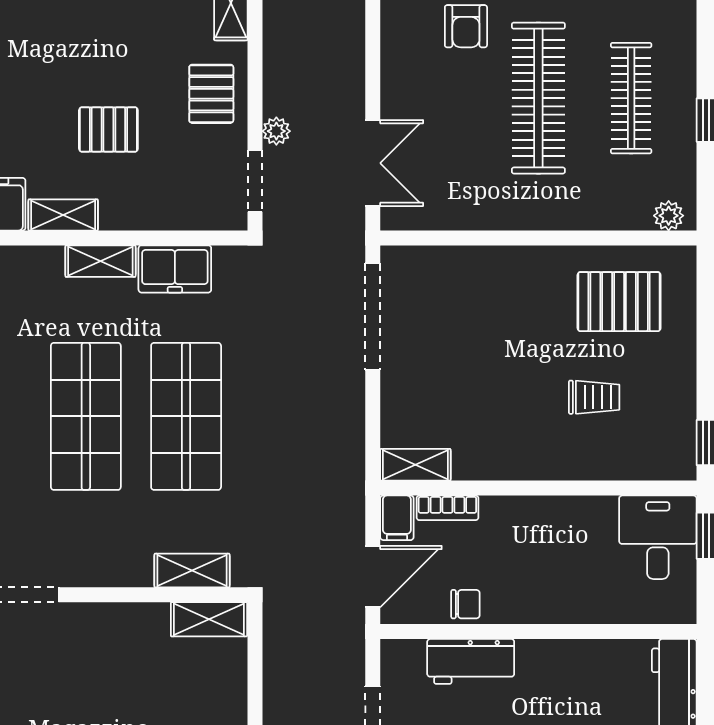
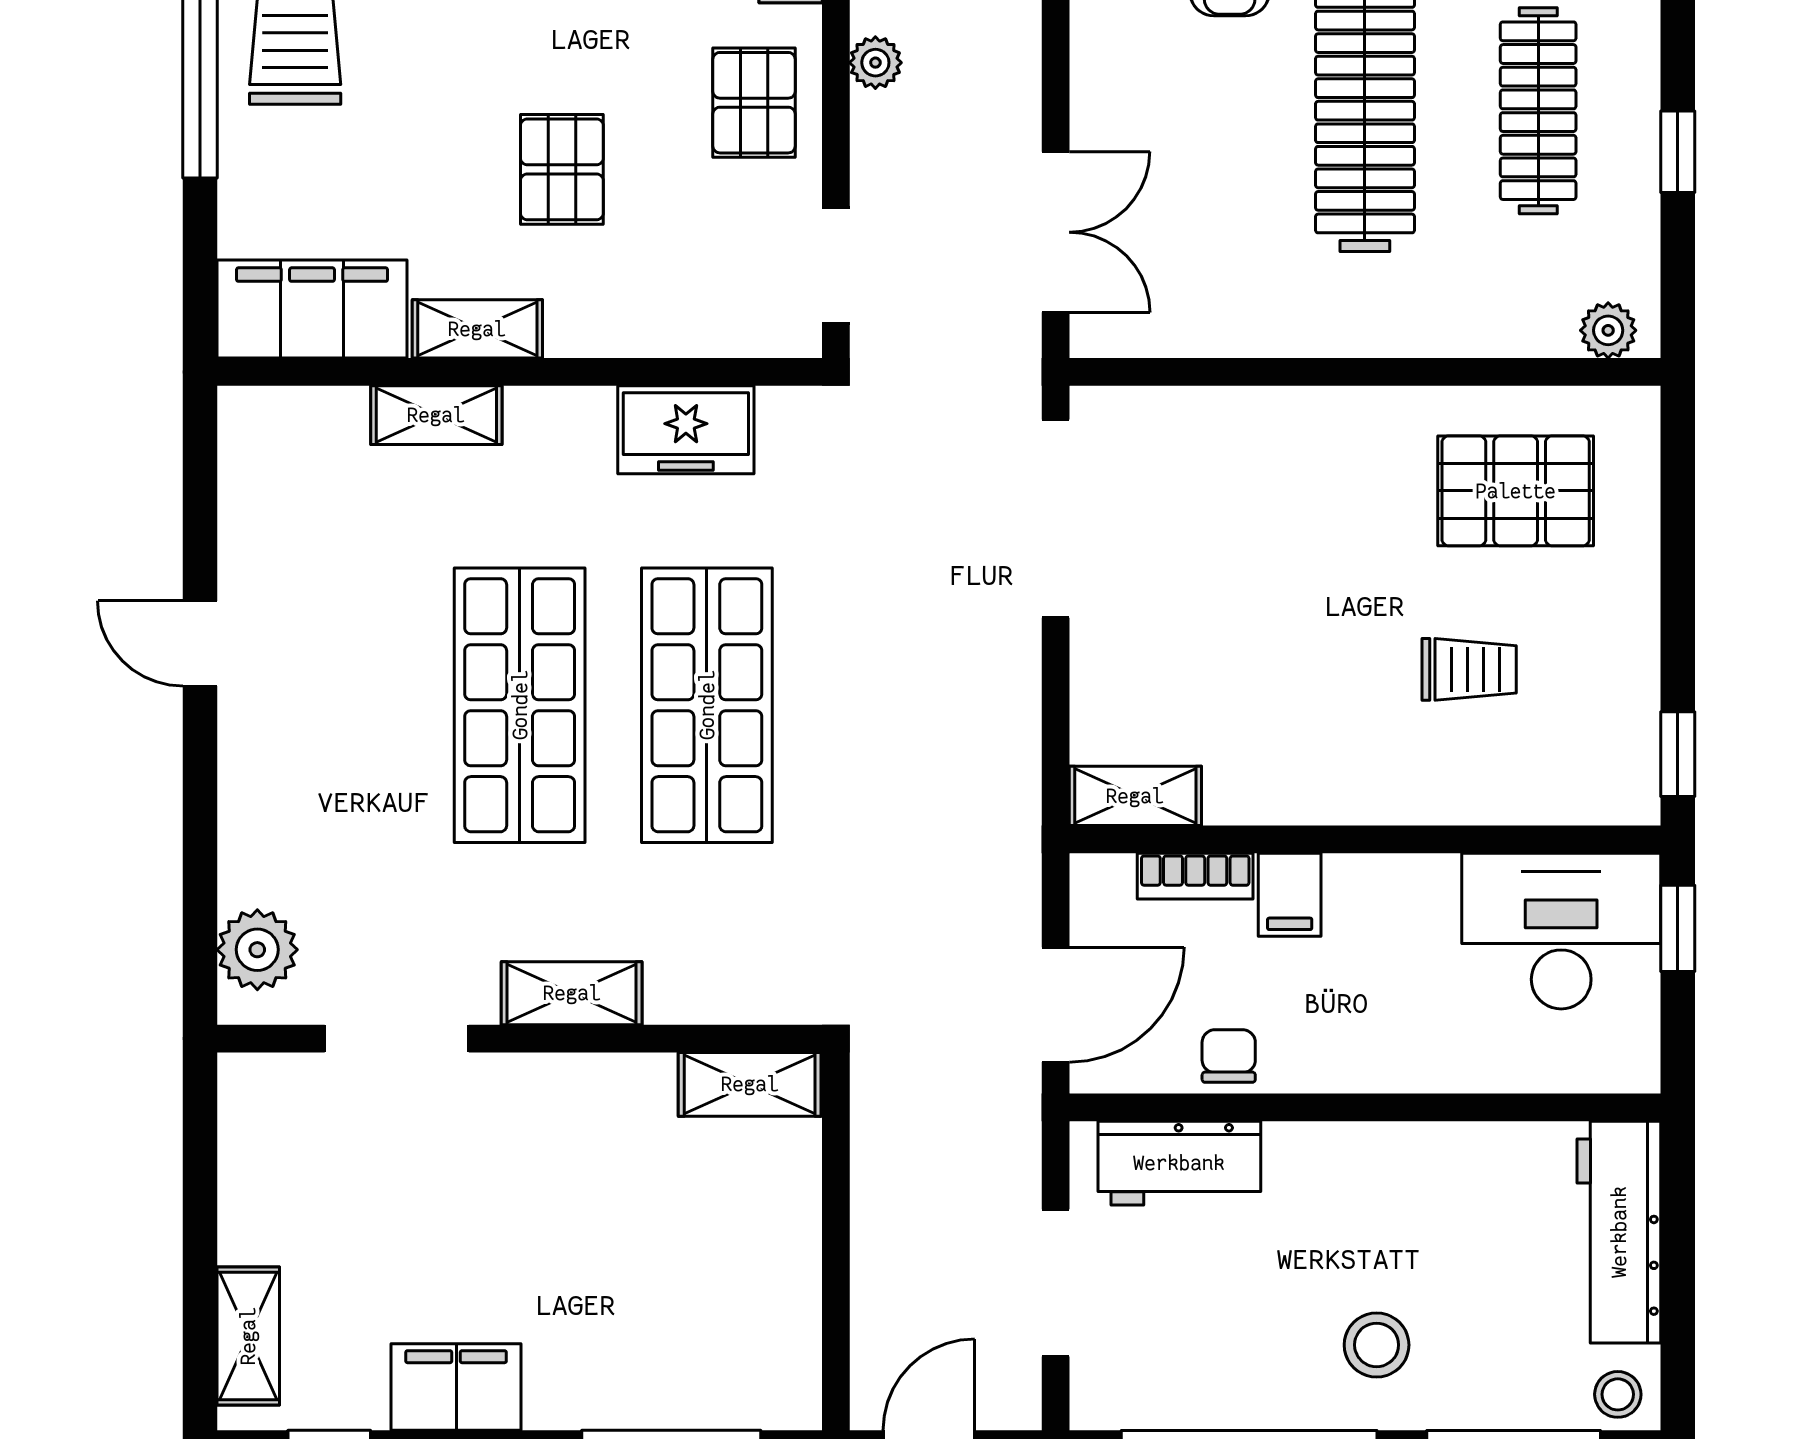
pallet: (108, 129) -> (562, 169), turned 90
plant: (276, 131) -> (875, 63), moved
shelving: (100, 261) -> (436, 415), moved
filing cabinet: (397, 518) -> (1290, 895), moved
desk: (658, 537) -> (1561, 931), width x1.37
shelving: (192, 571) -> (572, 993), moved
chair: (465, 604) -> (1229, 1056), turned -90
workbench: (471, 661) -> (1179, 1163), moved

